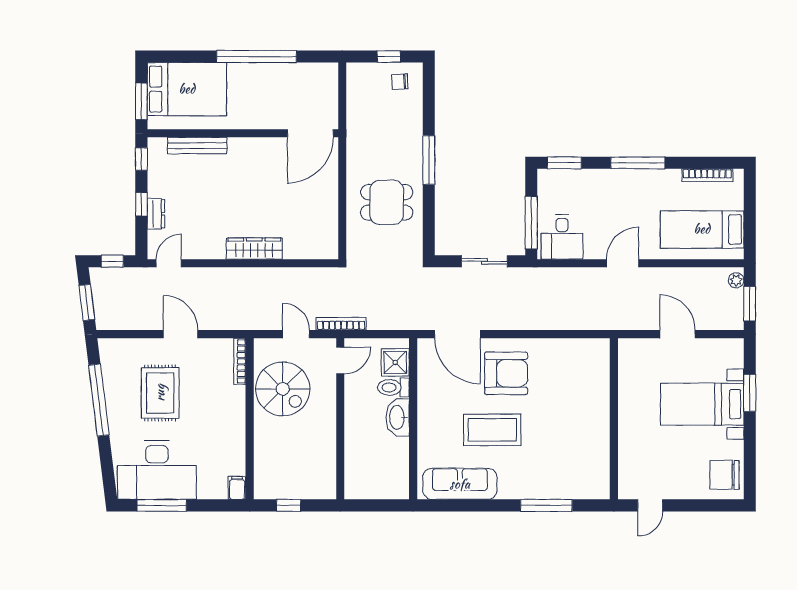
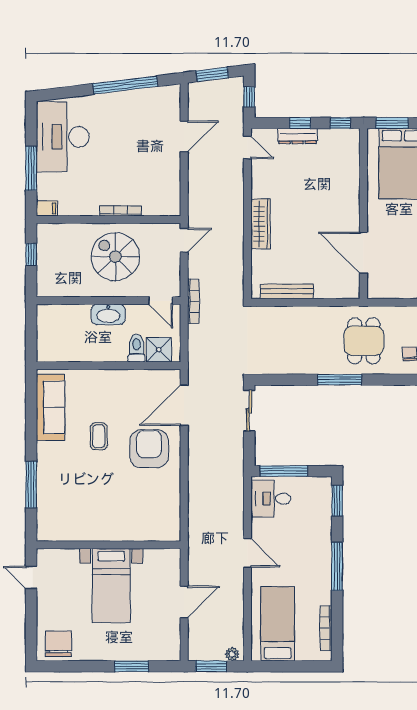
door: (310, 133) -> (363, 253), moved
bench: (197, 146) -> (287, 291), moved, turned 90
dining table: (387, 202) -> (364, 341), moved
dresser: (156, 214) -> (298, 136), width x1.44
sliding door: (484, 261) -> (249, 411), moved
door: (181, 334) -> (184, 136), moved
door: (296, 334) -> (184, 240), moved
bookcase: (240, 361) -> (121, 211), moved
armchair: (506, 373) -> (149, 449), turned 180
spiral stairs: (283, 389) -> (115, 257), moved, turned 90
rug: (160, 393) -> (132, 140), removed
bed with nightstands: (702, 404) -> (111, 586), moved, turned 180
washbasin: (398, 417) -> (108, 314), moved, turned 180
coffee table: (492, 430) -> (99, 436), width x0.54, depth x0.58
window: (162, 505) -> (31, 168), moved

